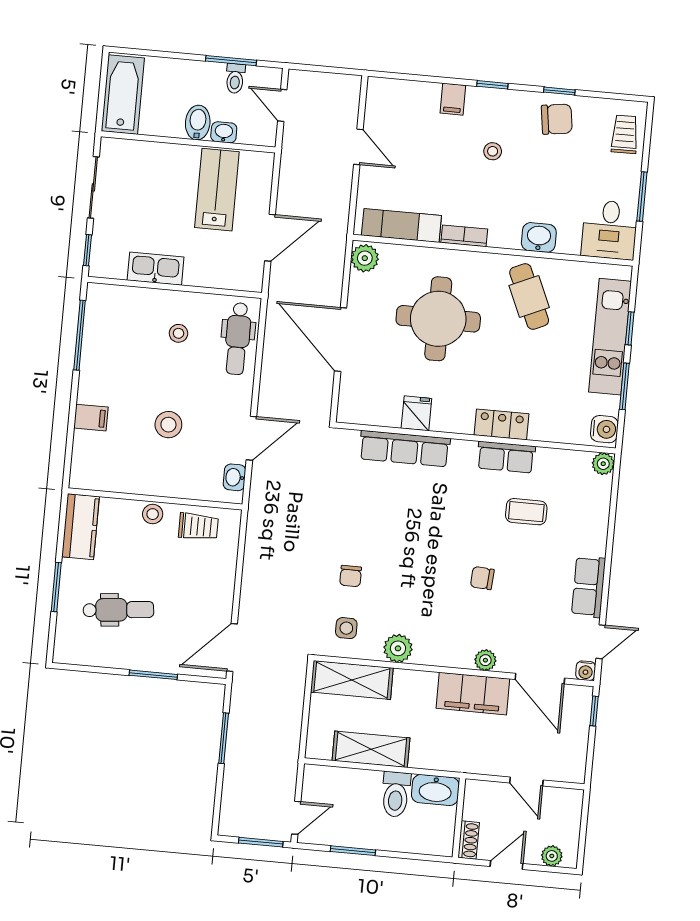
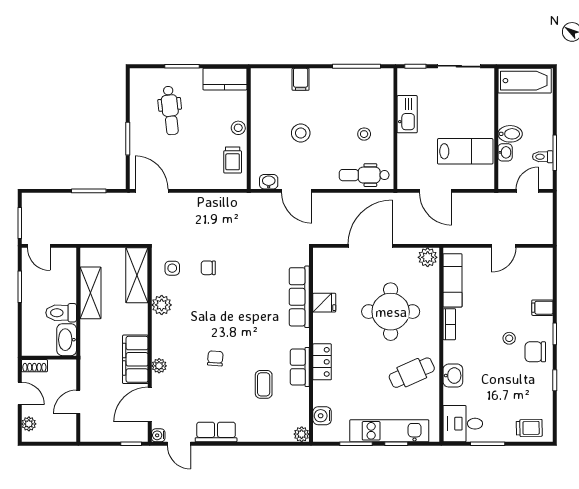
chair: (557, 119) -> (535, 352), moved, turned 98
water cooler: (604, 429) -> (322, 416), moved, turned 90

